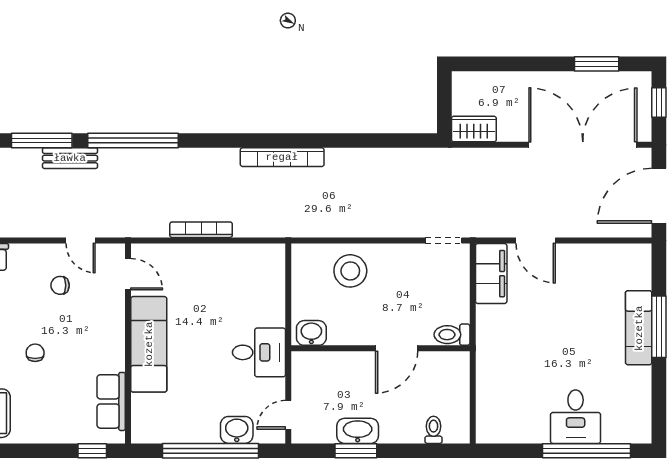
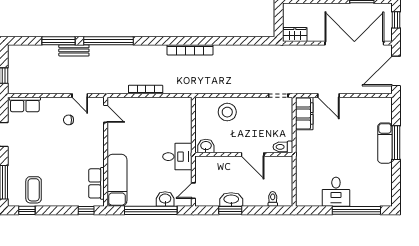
exam couch: (149, 344) -> (117, 180), moved
door: (397, 348) -> (253, 154), hinge flipped
chair: (35, 353) -> (55, 157), removed
desk: (576, 417) -> (336, 192), moved

